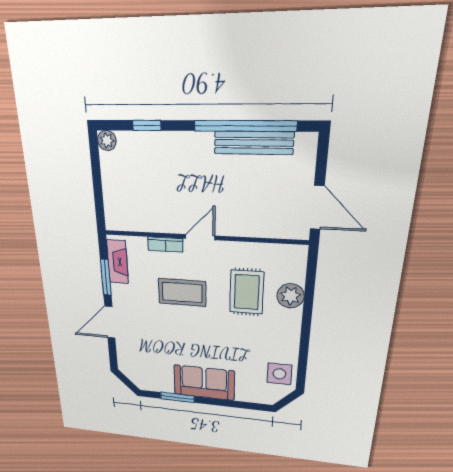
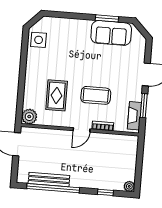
plant: (291, 296) -> (29, 117), moved
sofa: (204, 383) -> (111, 33), moved

